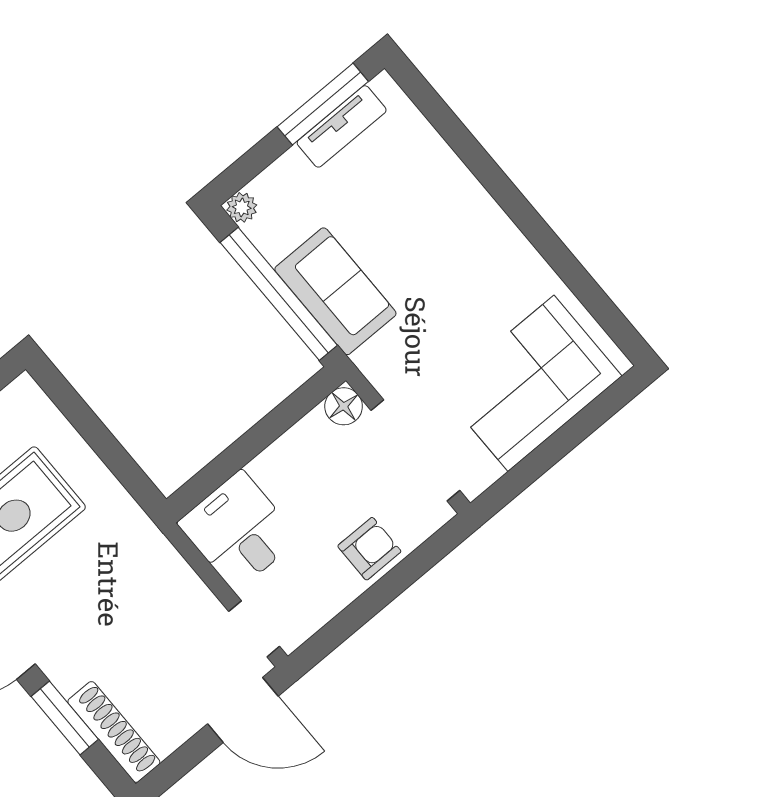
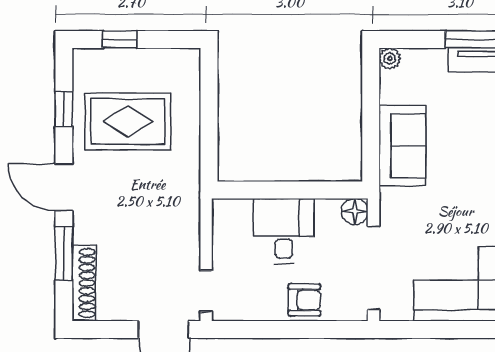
window: (279, 294) -> (371, 122), removed
desk: (238, 531) -> (284, 231), moved

